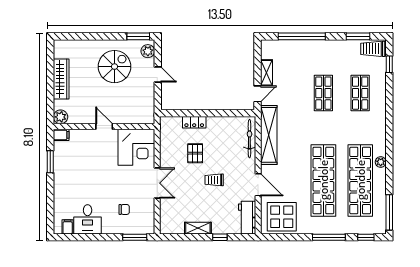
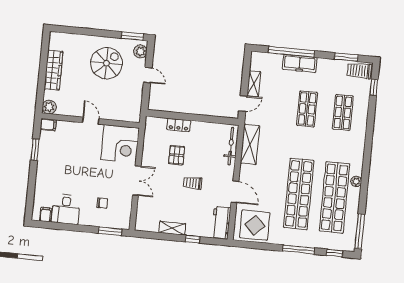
freezer: (311, 47) -> (300, 63), added
shelving: (269, 135) -> (250, 144), width x0.68

